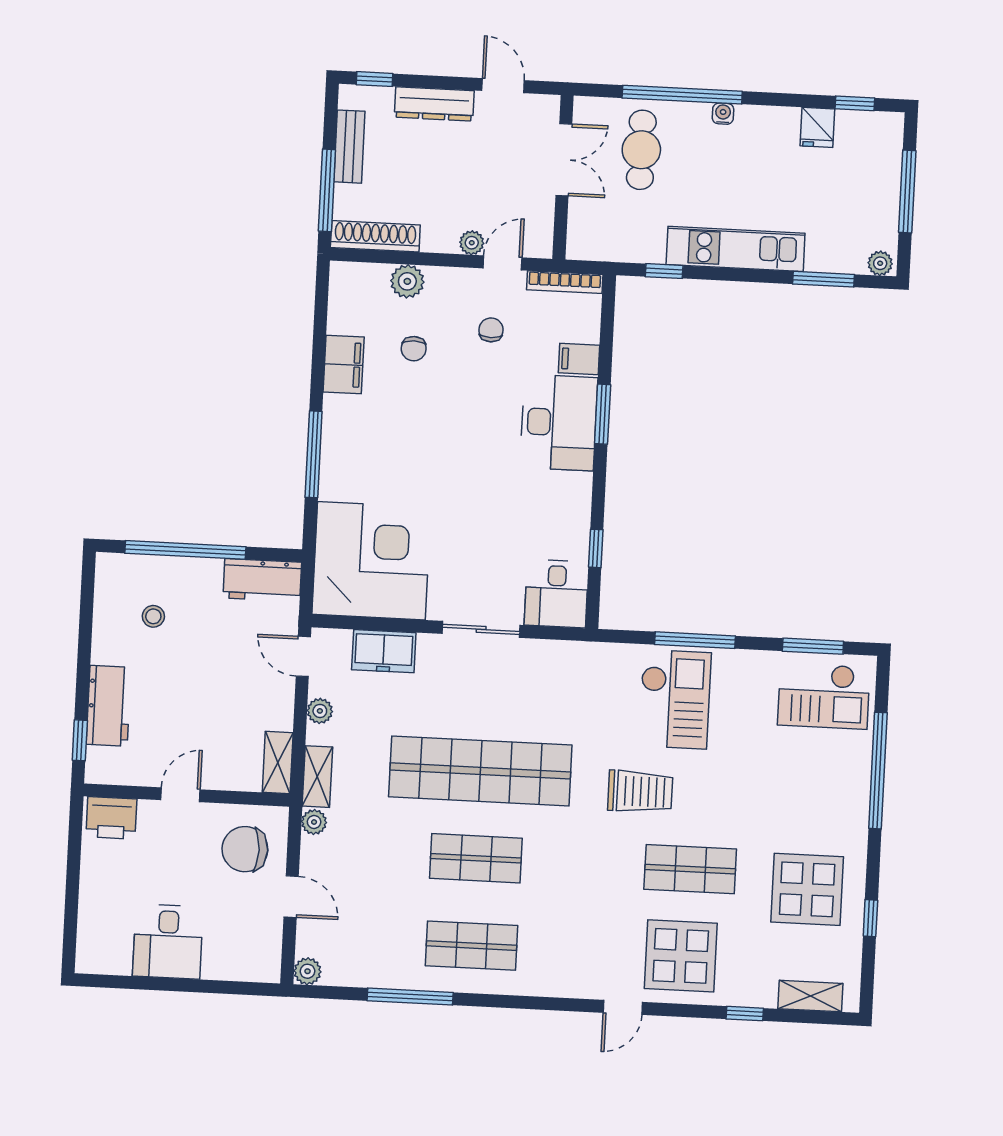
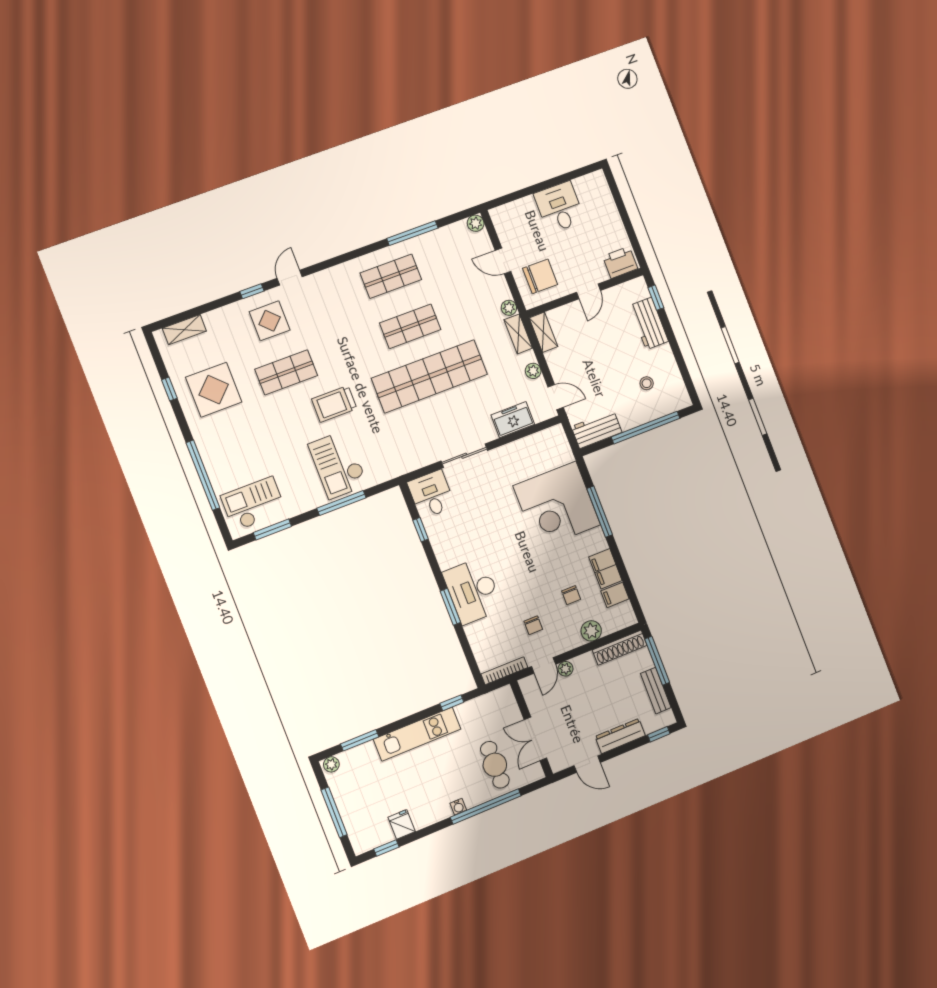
chair: (414, 349) -> (571, 595), turned 180
filing cabinet: (579, 359) -> (615, 595), moved, turned 180
corner desk: (371, 561) -> (557, 505), moved
display table: (681, 956) -> (270, 321), width x0.73, depth x0.73
window: (745, 1014) -> (252, 291), moved

